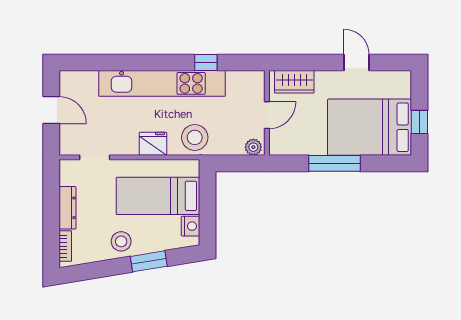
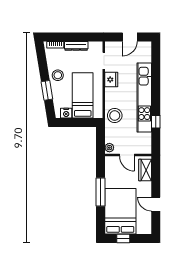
door: (357, 62) -> (156, 204), swing flipped
fridge: (153, 144) -> (111, 80), moved

